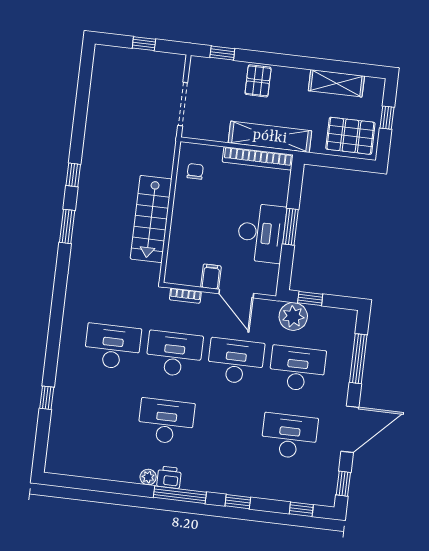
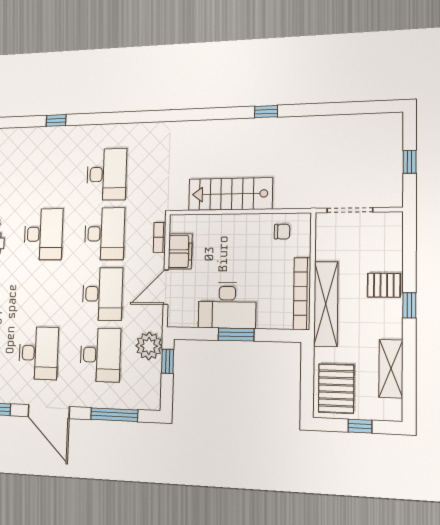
window: (222, 53) -> (409, 305), moved
window: (67, 226) -> (215, 114), removed
filing cabinet: (211, 277) -> (180, 251), width x2.00

